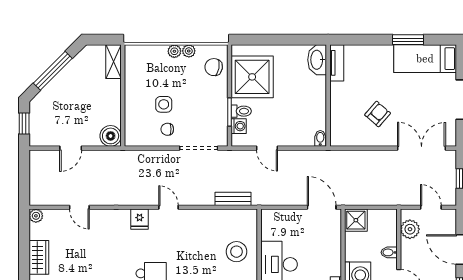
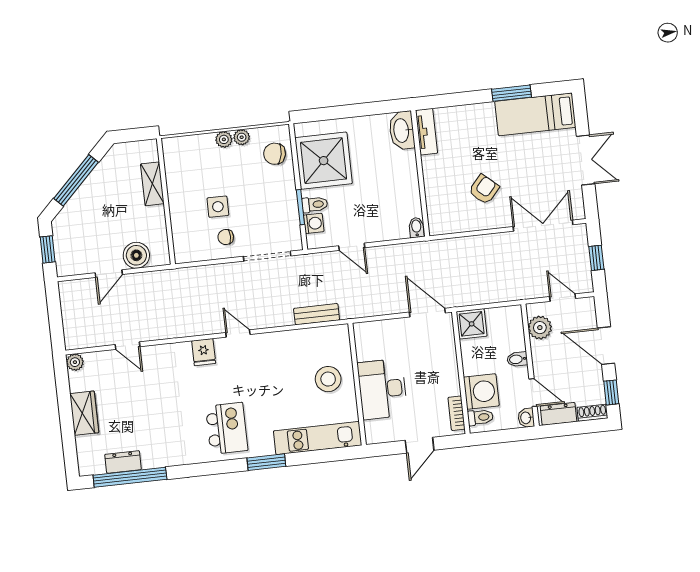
shelving: (113, 62) -> (152, 184), moved
boiler: (111, 136) -> (136, 255), moved

